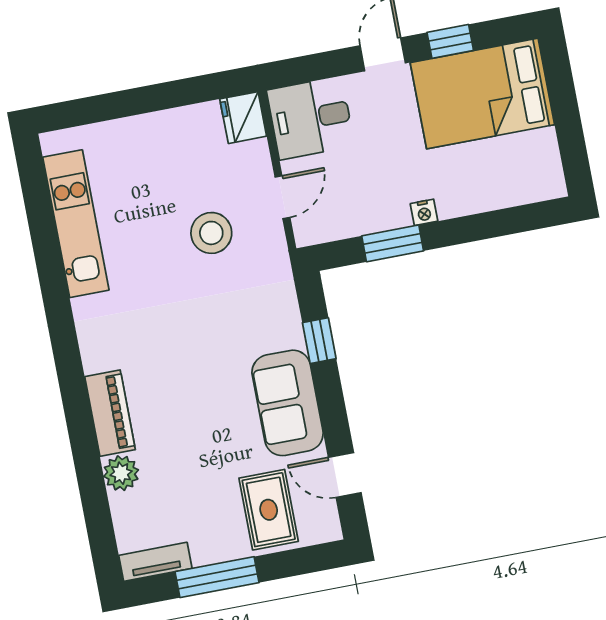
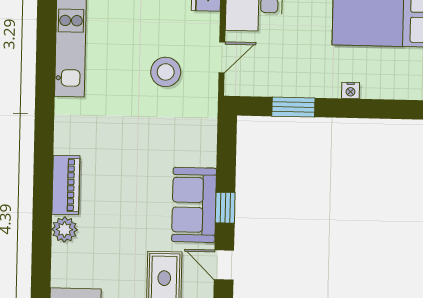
nightstand: (424, 212) -> (351, 90), moved
window: (319, 341) -> (225, 208), moved

